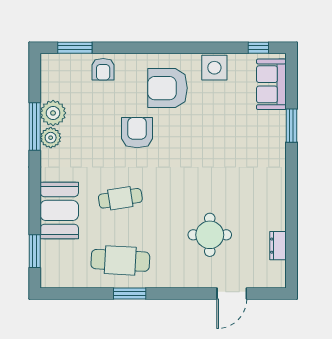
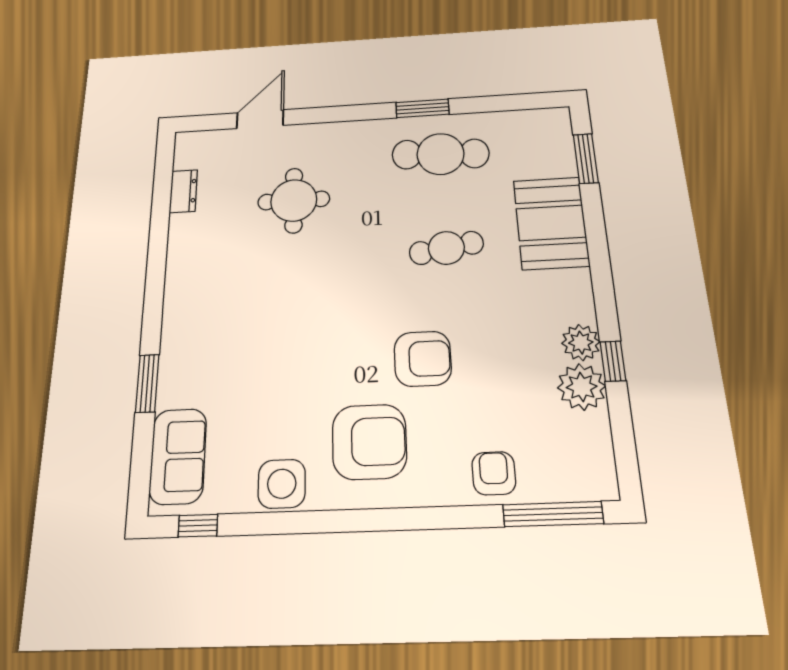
window: (75, 48) -> (553, 514), width x1.44
window: (35, 126) -> (613, 361), width x0.46
armchair: (137, 133) -> (423, 359), turned -90

